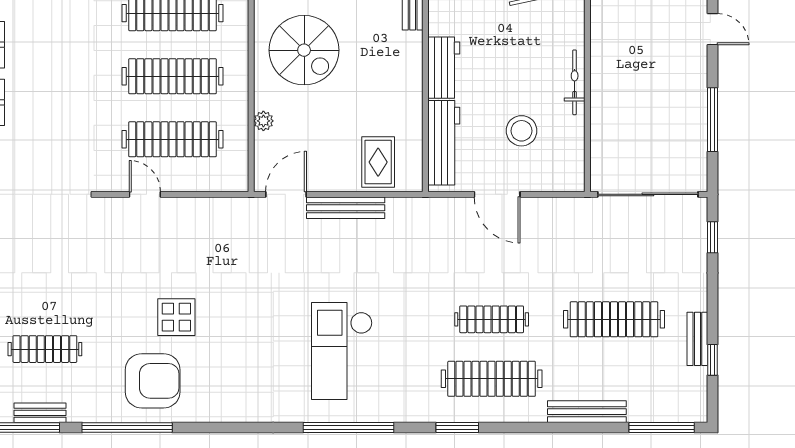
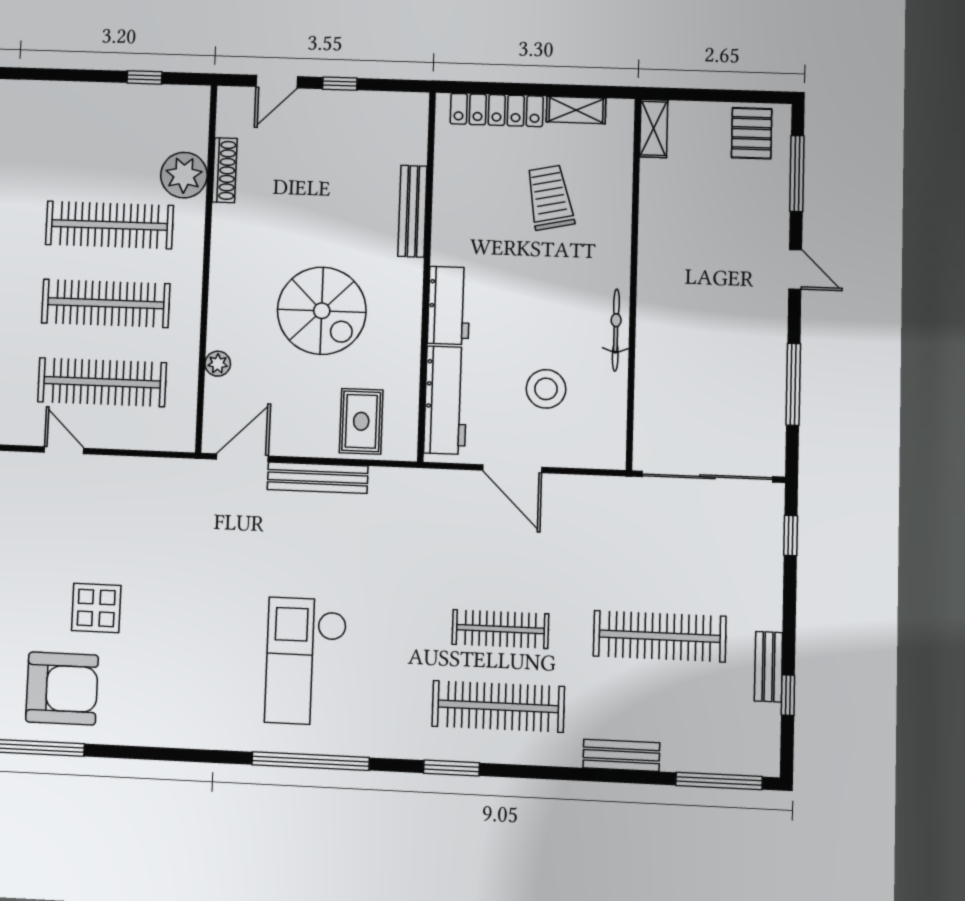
spiral stairs: (304, 50) -> (322, 311), moved
bench: (587, 412) -> (621, 755), width x0.73

